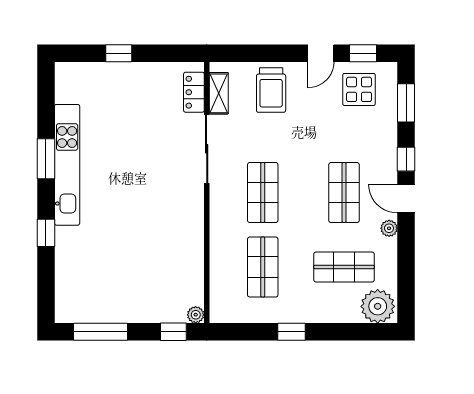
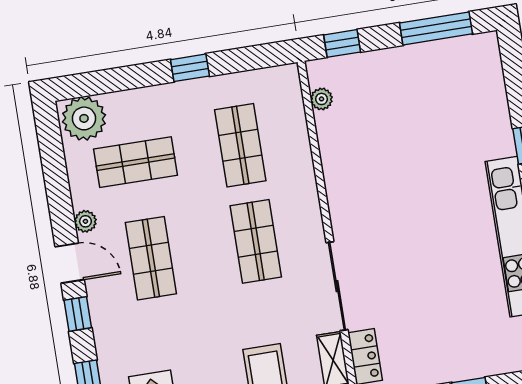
plant: (196, 315) -> (322, 99), moved

